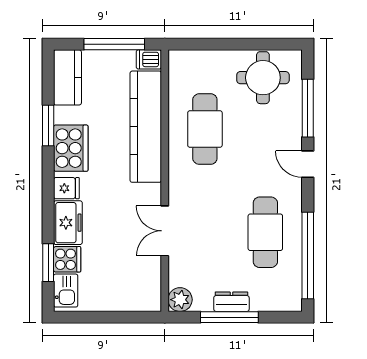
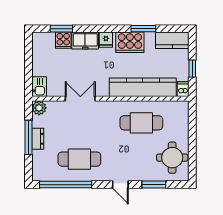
window: (114, 44) -> (192, 68), width x0.46
window: (308, 108) -> (154, 185), width x0.69
door: (308, 164) -> (120, 185), swing flipped
kitchen sink: (66, 291) -> (39, 87), moved, turned -90

